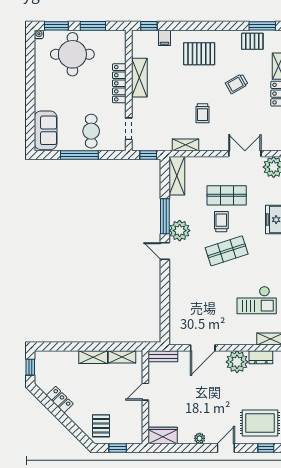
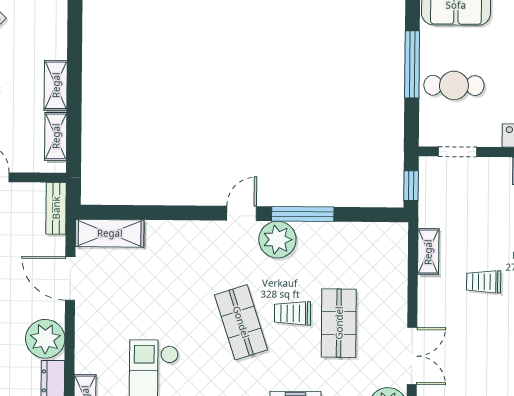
shelving: (177, 176) -> (110, 233), moved
trolley: (221, 222) -> (293, 313), turned 180

